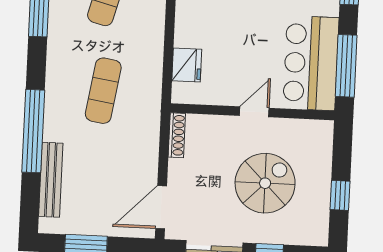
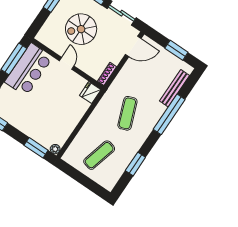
fridge: (187, 65) -> (90, 93), moved
exercise mat: (103, 91) -> (127, 113), turned -30
door: (254, 112) -> (67, 63), swing flipped

